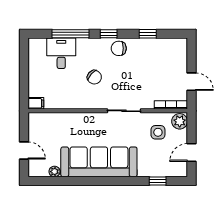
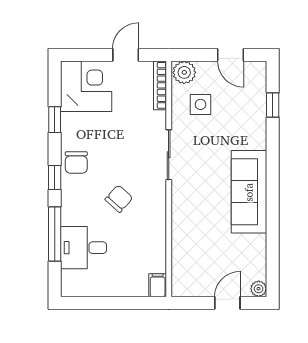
corner desk: (170, 55) -> (86, 86), added
sofa: (99, 162) -> (249, 192), width x0.74, depth x0.79
plant: (54, 172) -> (259, 289), moved

